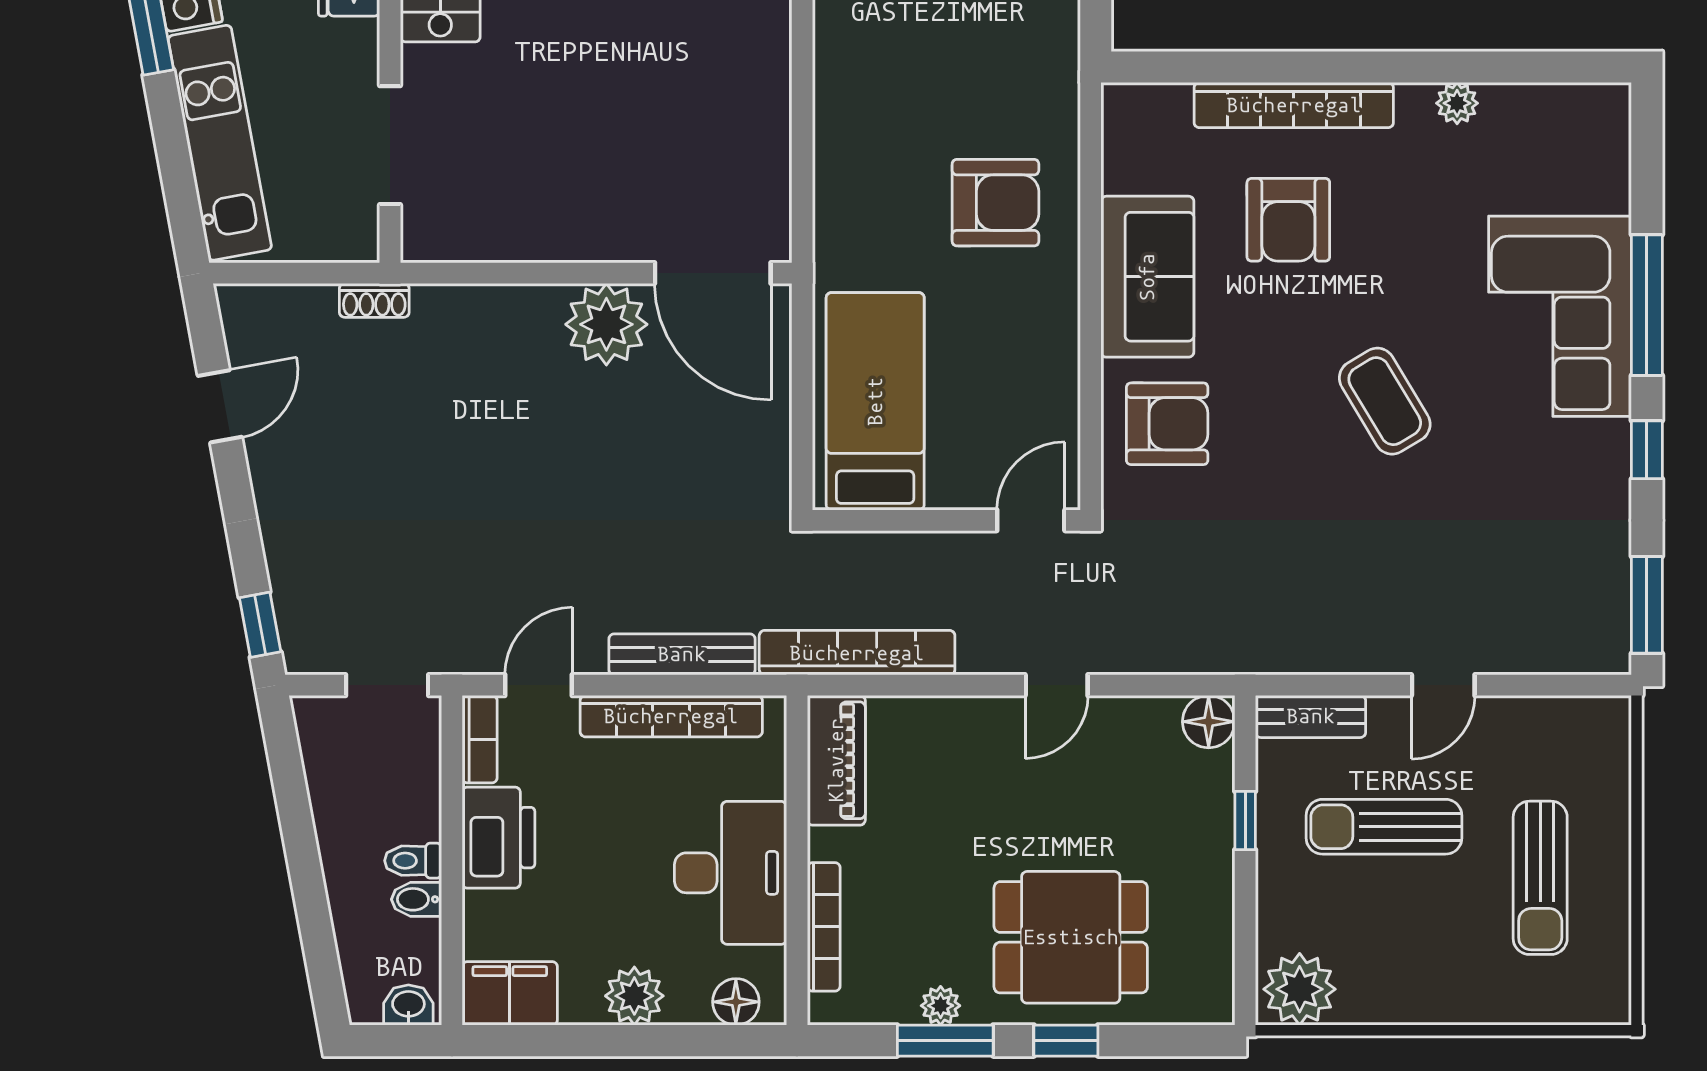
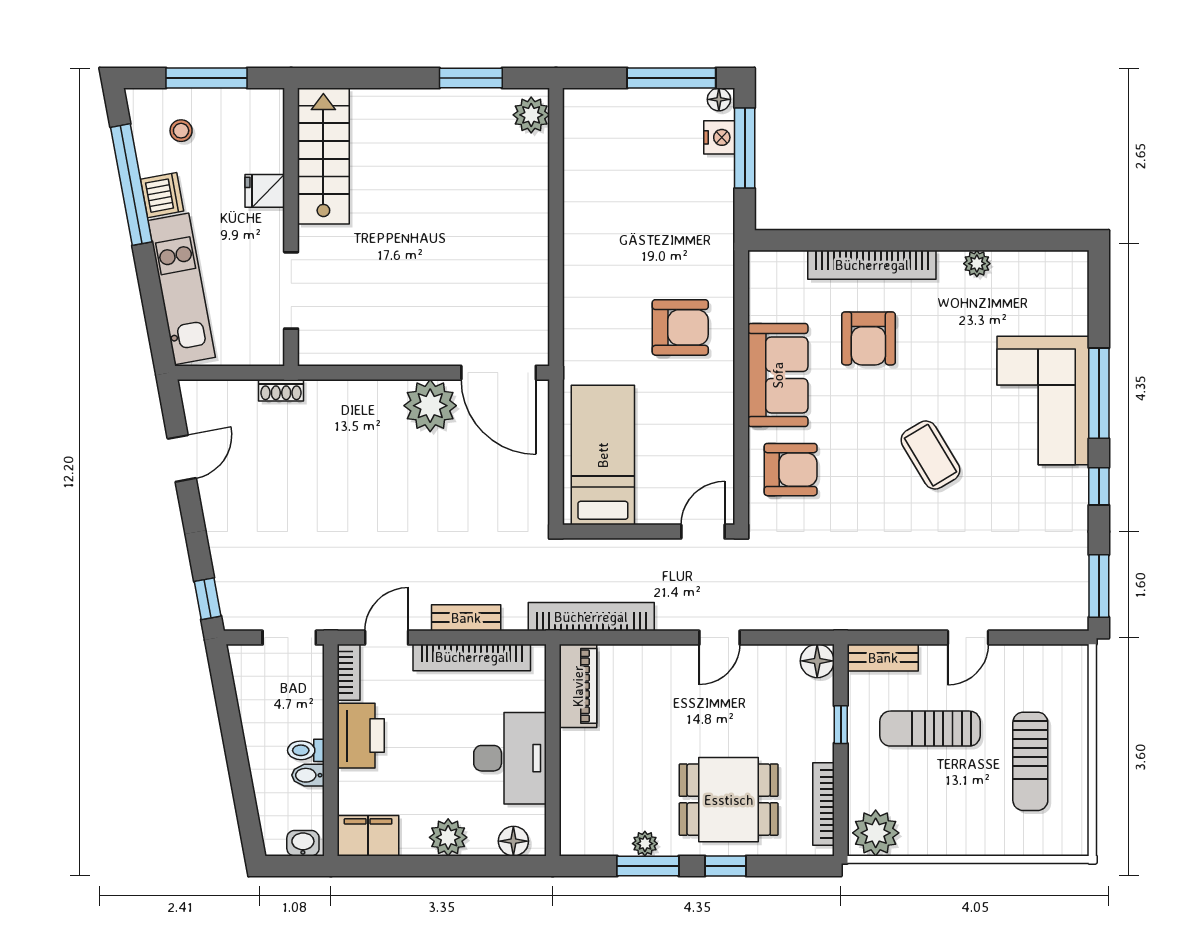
bench: (682, 654) -> (466, 618), width x0.73
bookcase: (824, 927) -> (823, 804), moved, turned 180

